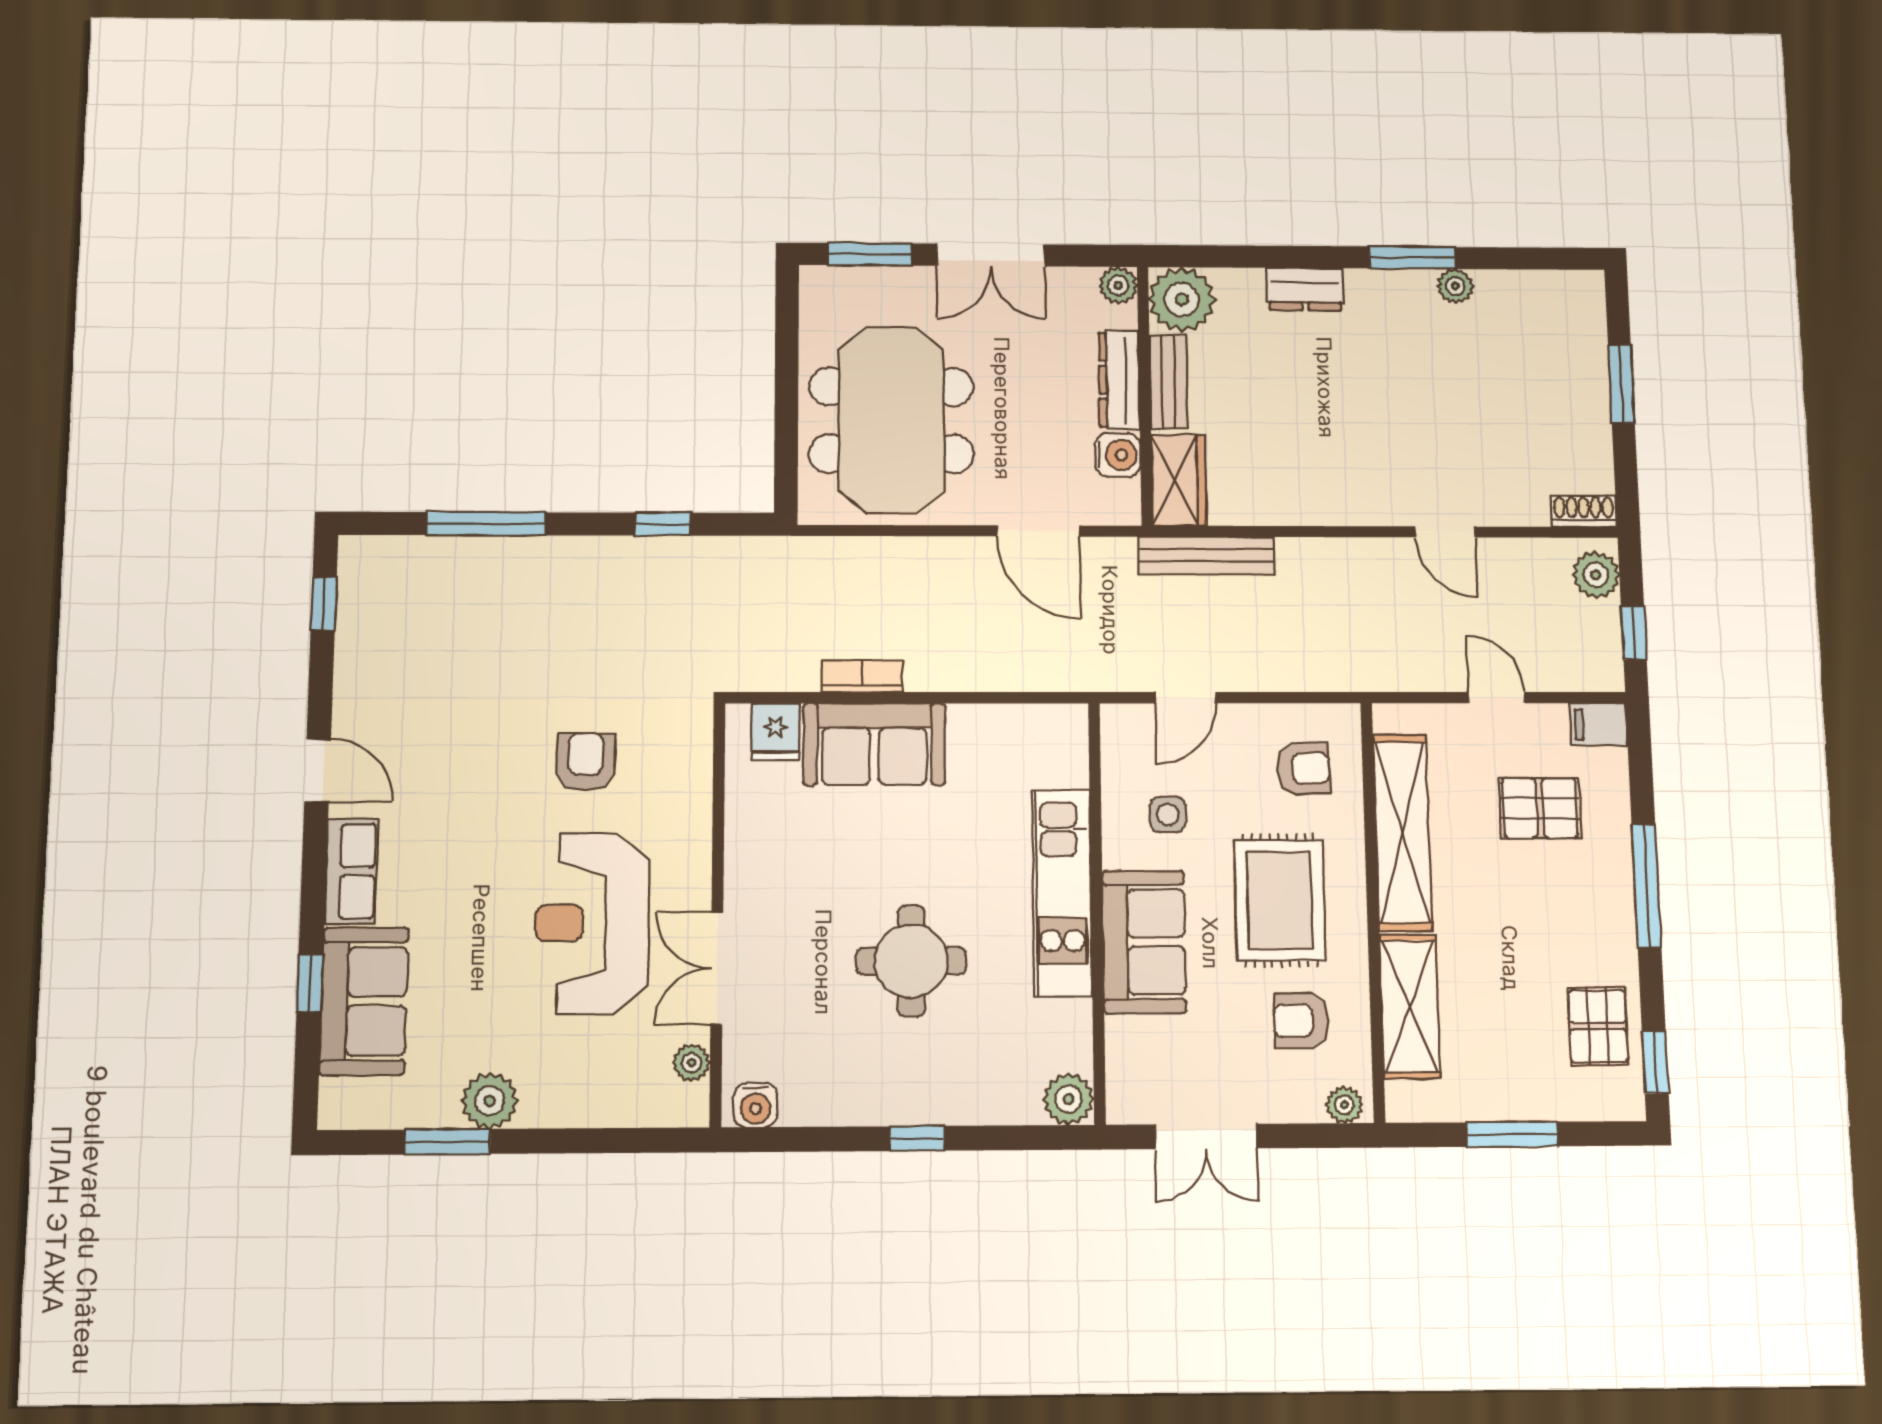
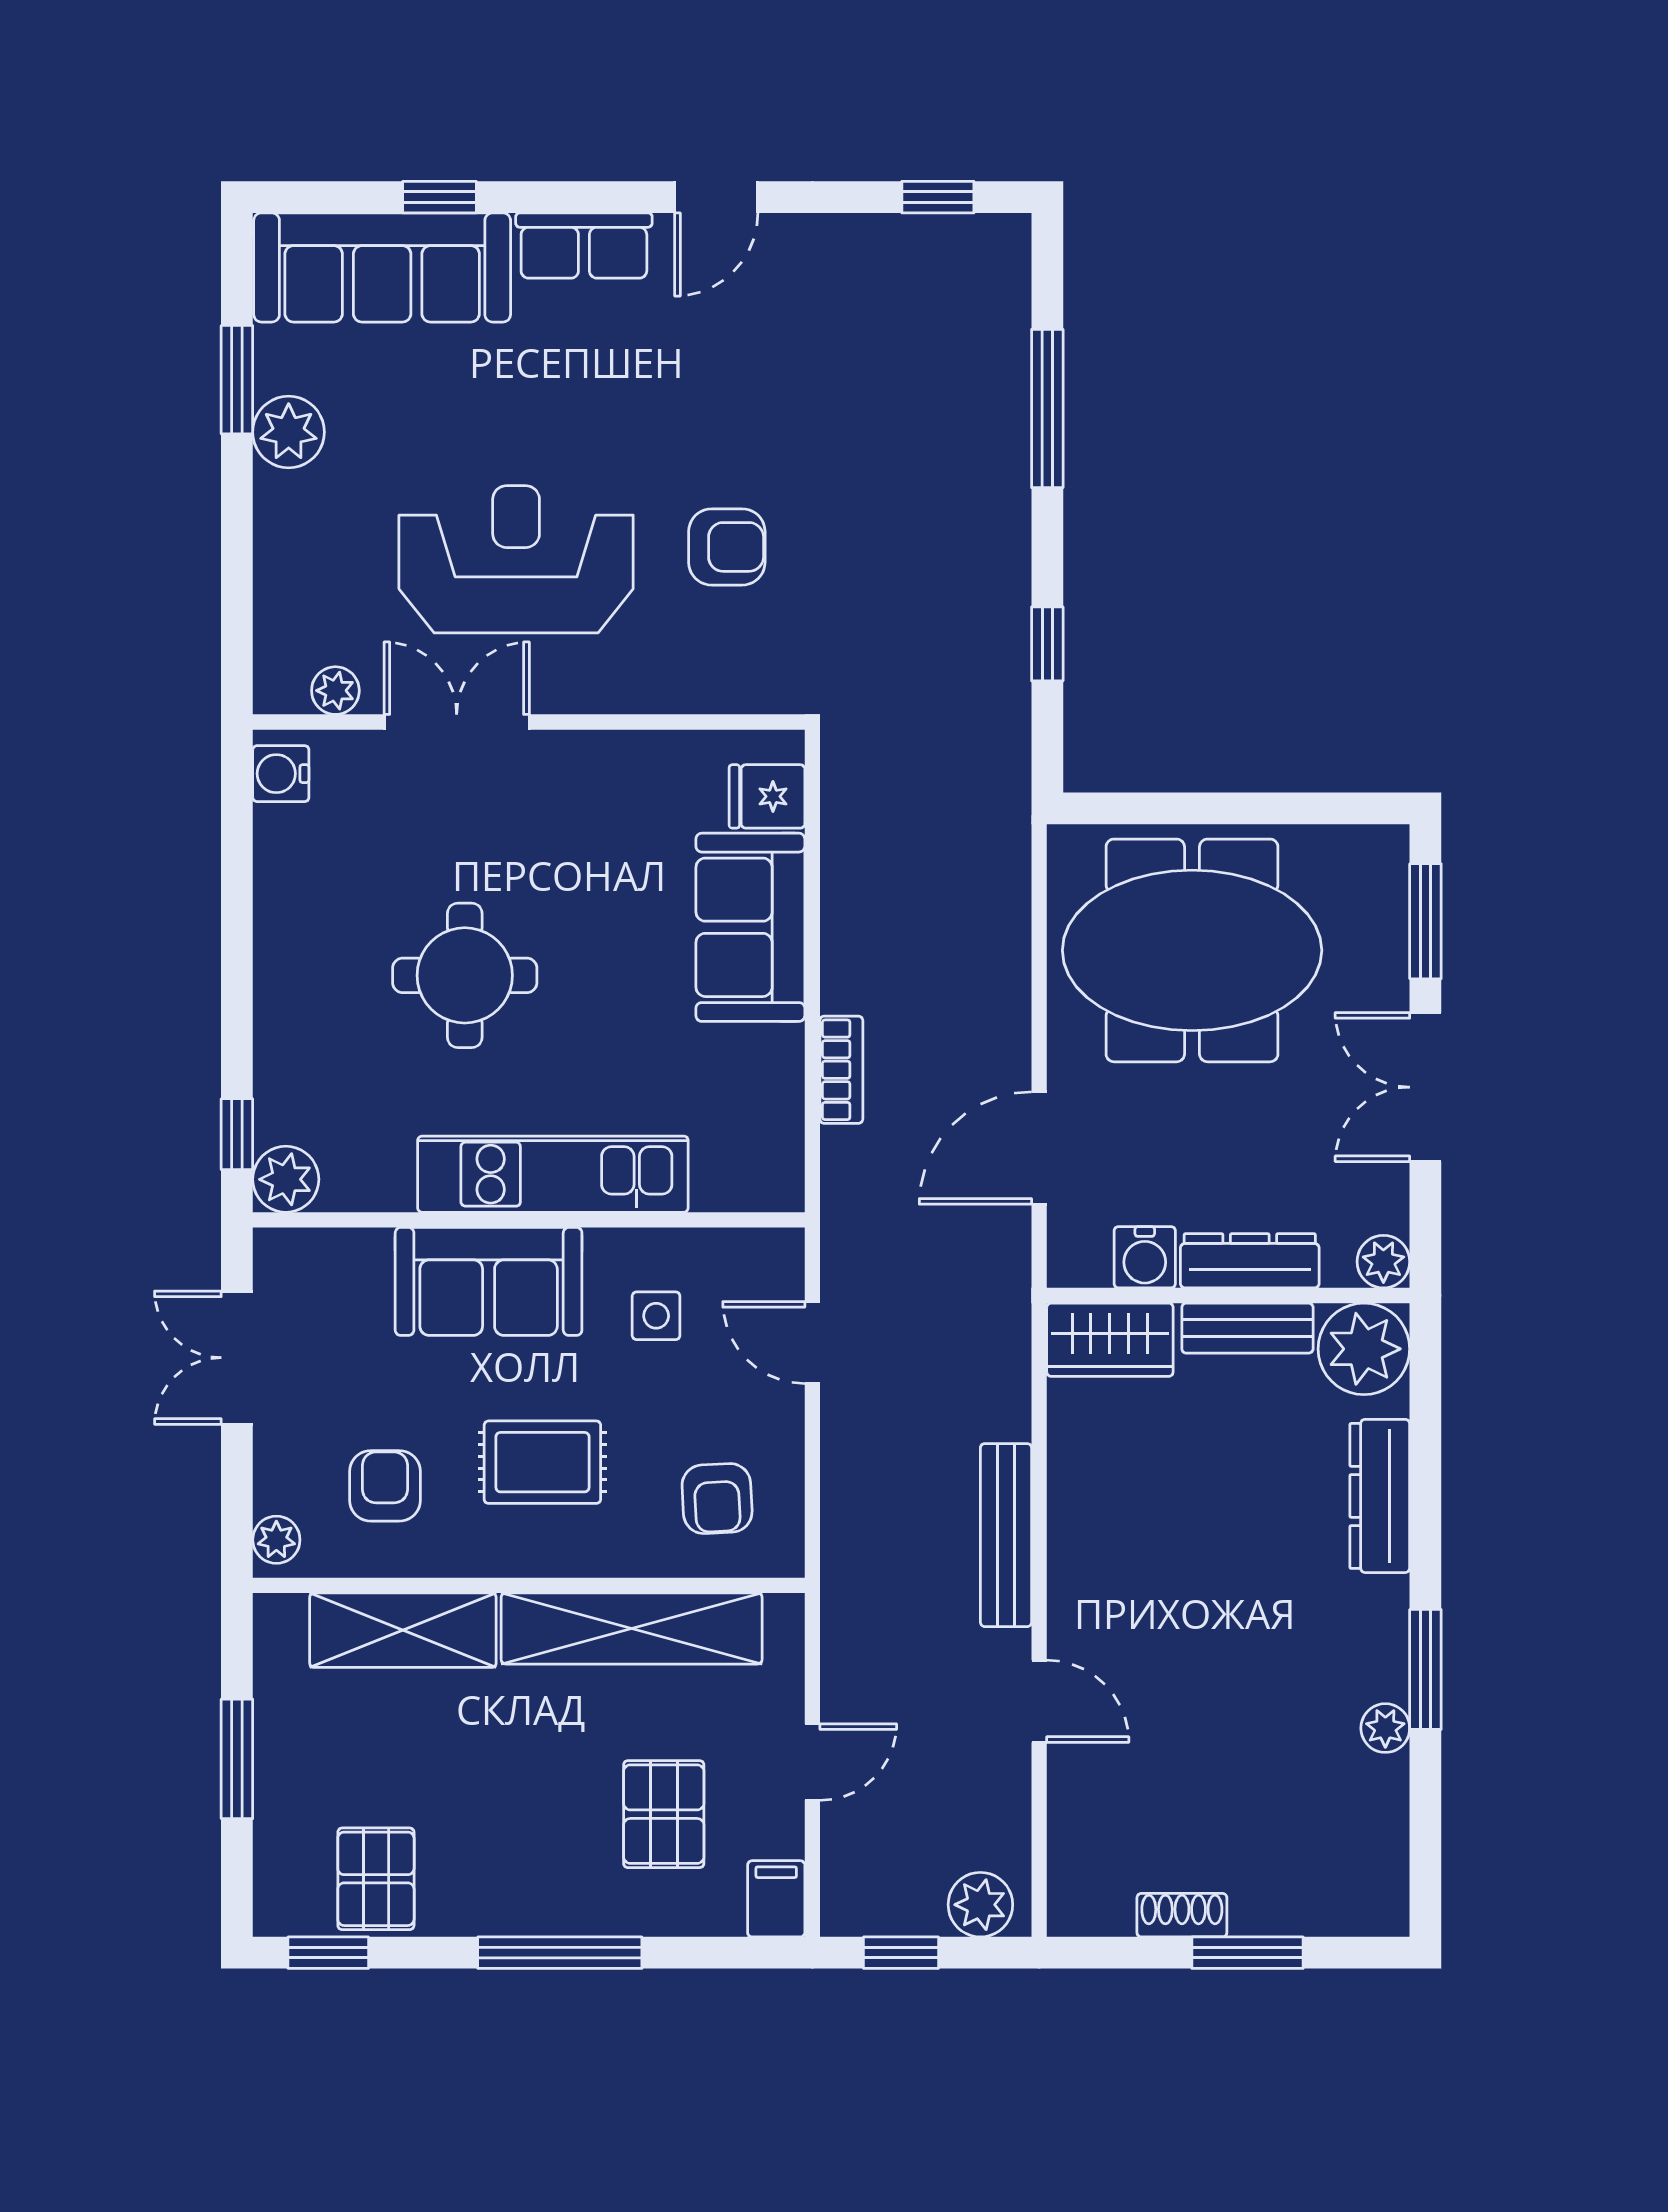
dresser: (1305, 289) -> (1380, 1496), width x1.44
shoe rack: (1584, 511) -> (1182, 1915), moved, turned -90
door: (1445, 532) -> (1039, 1701), swing flipped
bench: (1206, 555) -> (1006, 1535), moved
bookcase: (862, 676) -> (841, 1070), moved
rug: (1280, 900) -> (542, 1462), width x0.73, depth x0.70
sofa: (364, 1001) -> (382, 267), width x1.36
pallet: (1598, 1026) -> (376, 1879), turned 90
window: (917, 1138) -> (237, 1134), moved

